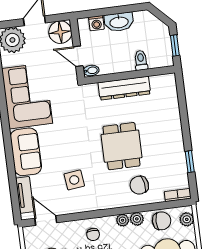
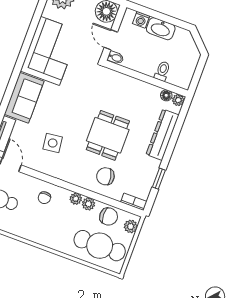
window: (175, 45) -> (198, 74), removed
plant: (170, 79) -> (178, 100), added
floor lamp: (156, 81) -> (166, 95), added
dresser: (124, 88) -> (163, 135), moved, turned 90

